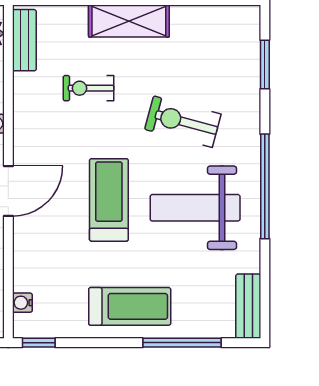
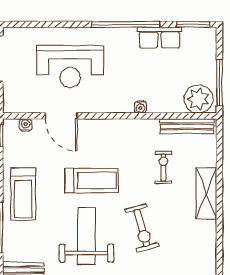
bench: (24, 40) -> (187, 126), width x1.36
exercise bike: (183, 122) -> (142, 228), turned 149
door: (8, 191) -> (61, 116), moved

